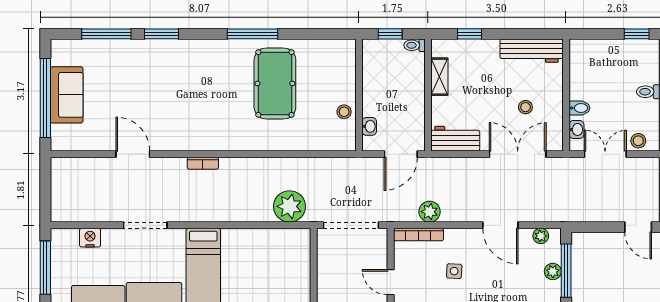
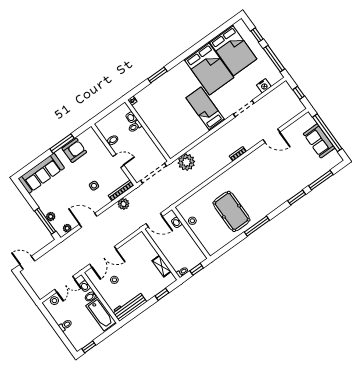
bathtub: (583, 70) -> (101, 314), added
workbench: (455, 139) -> (135, 244), removed
door: (401, 154) -> (154, 220), swing flipped
window: (45, 189) -> (299, 93), added

